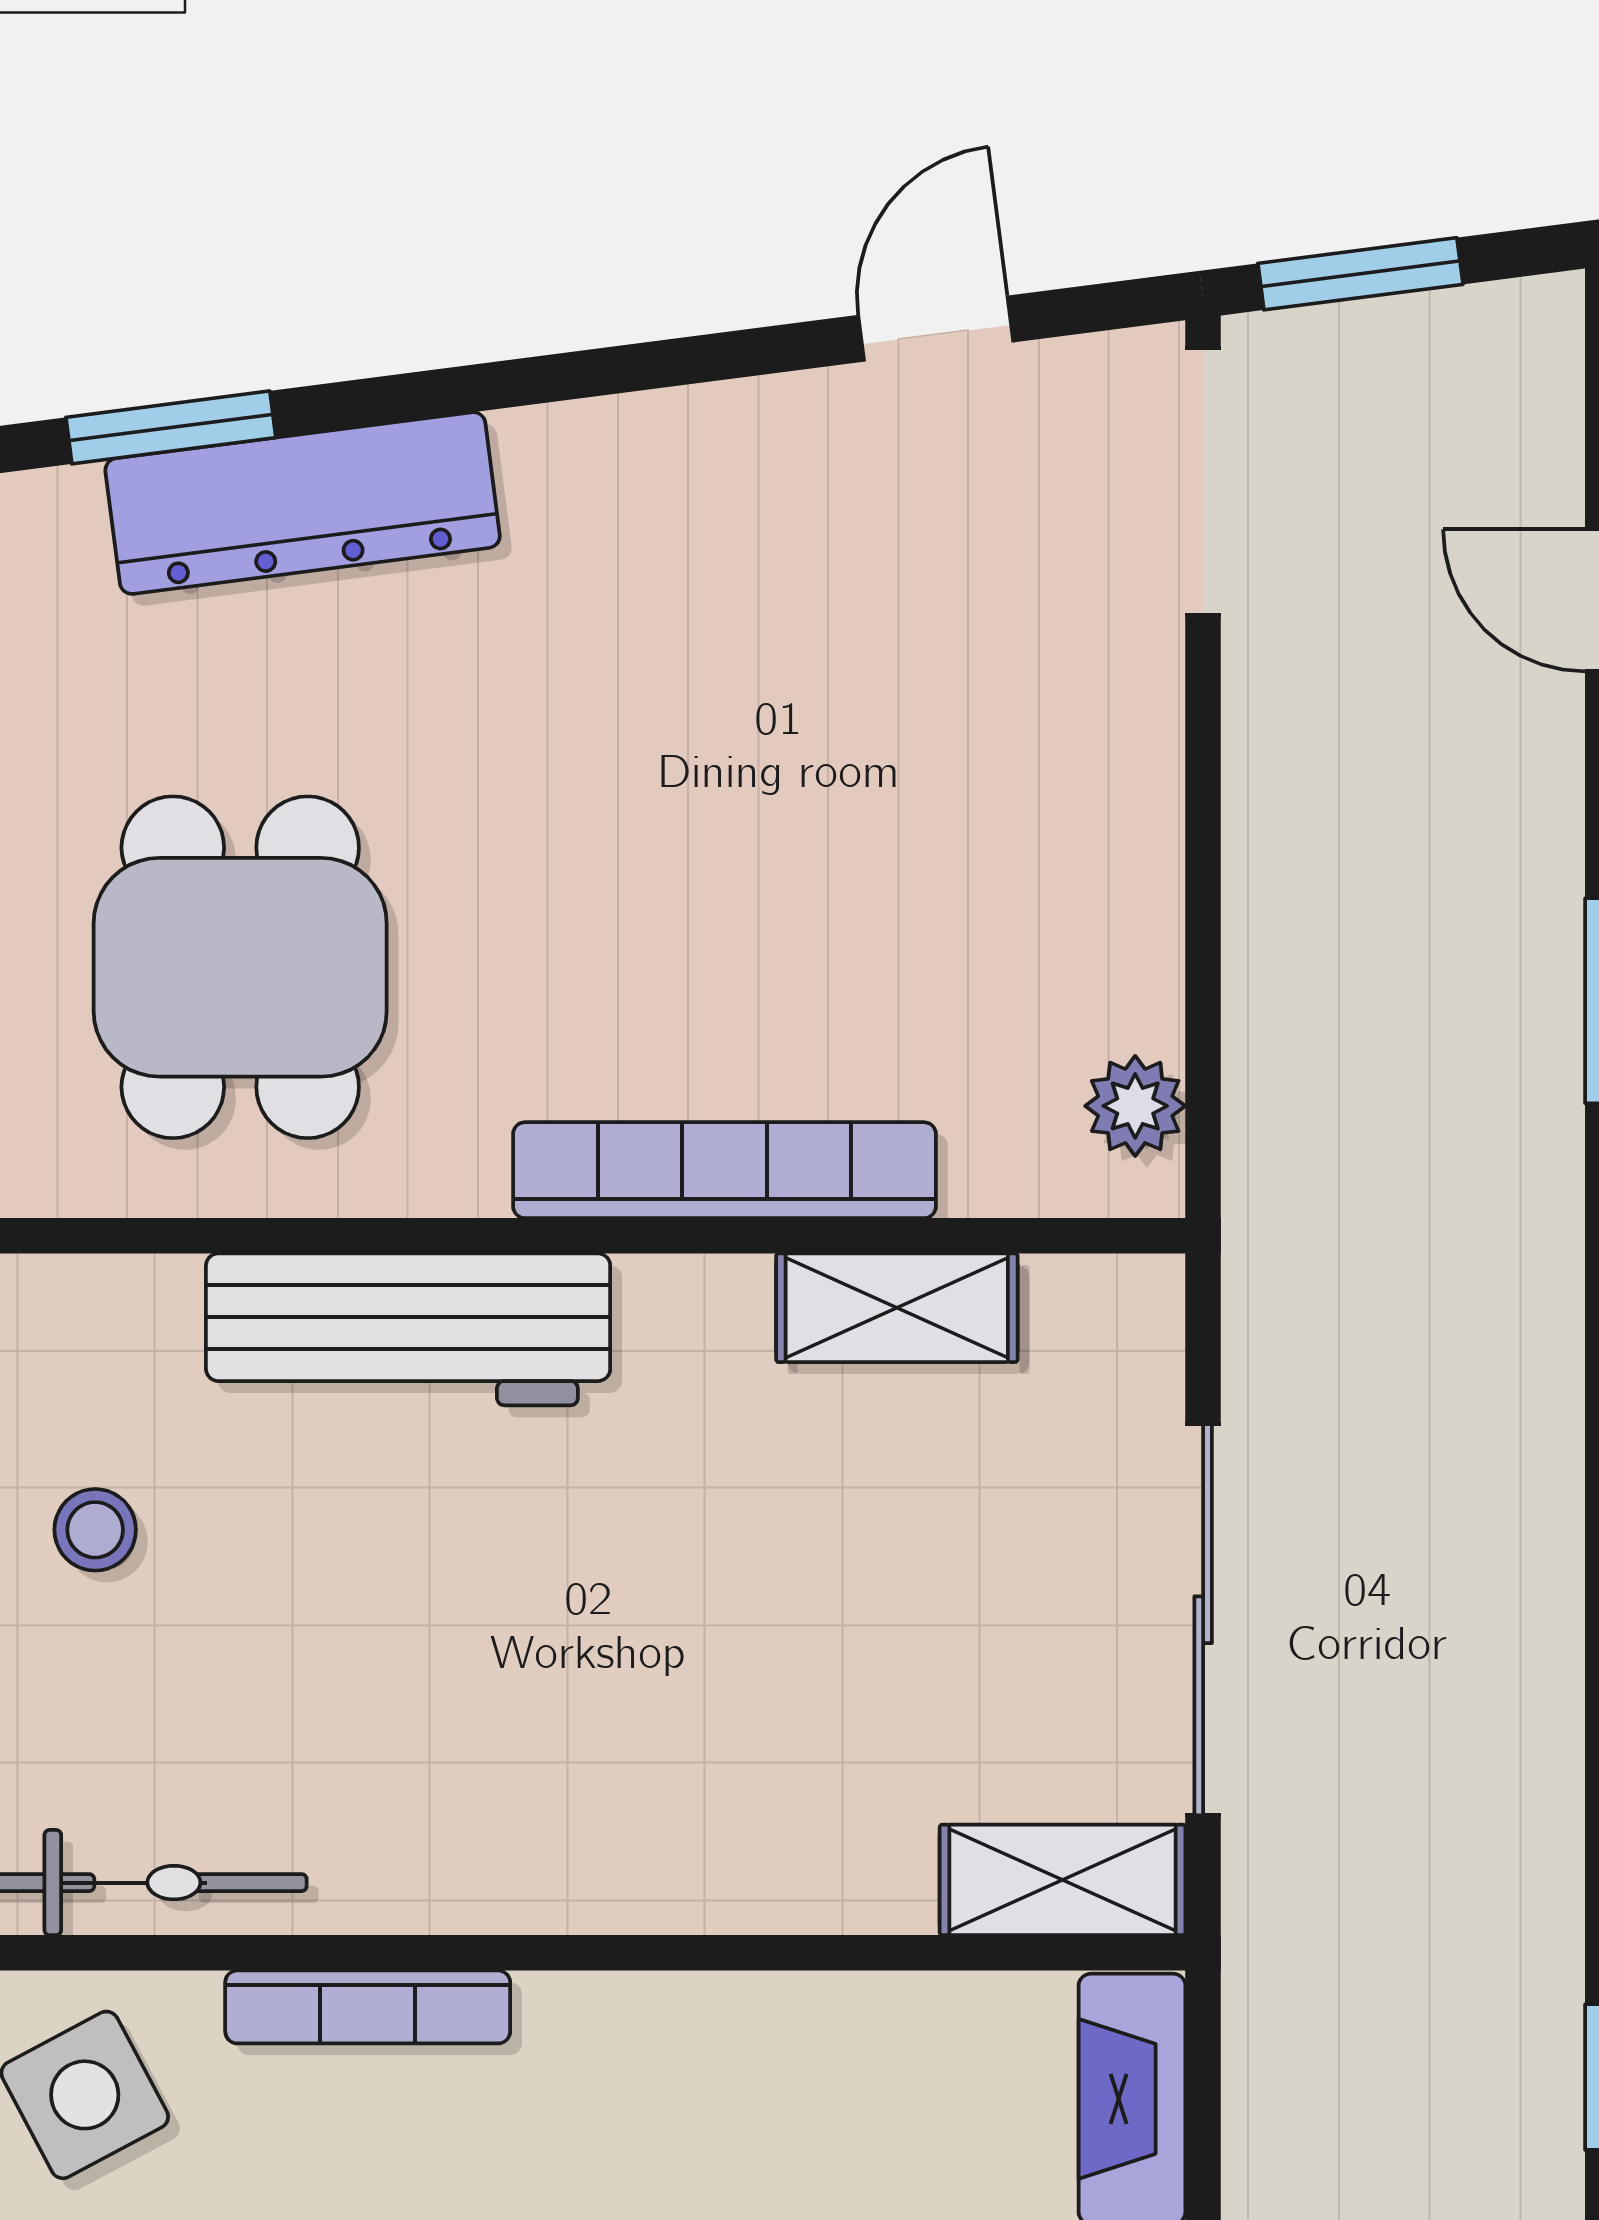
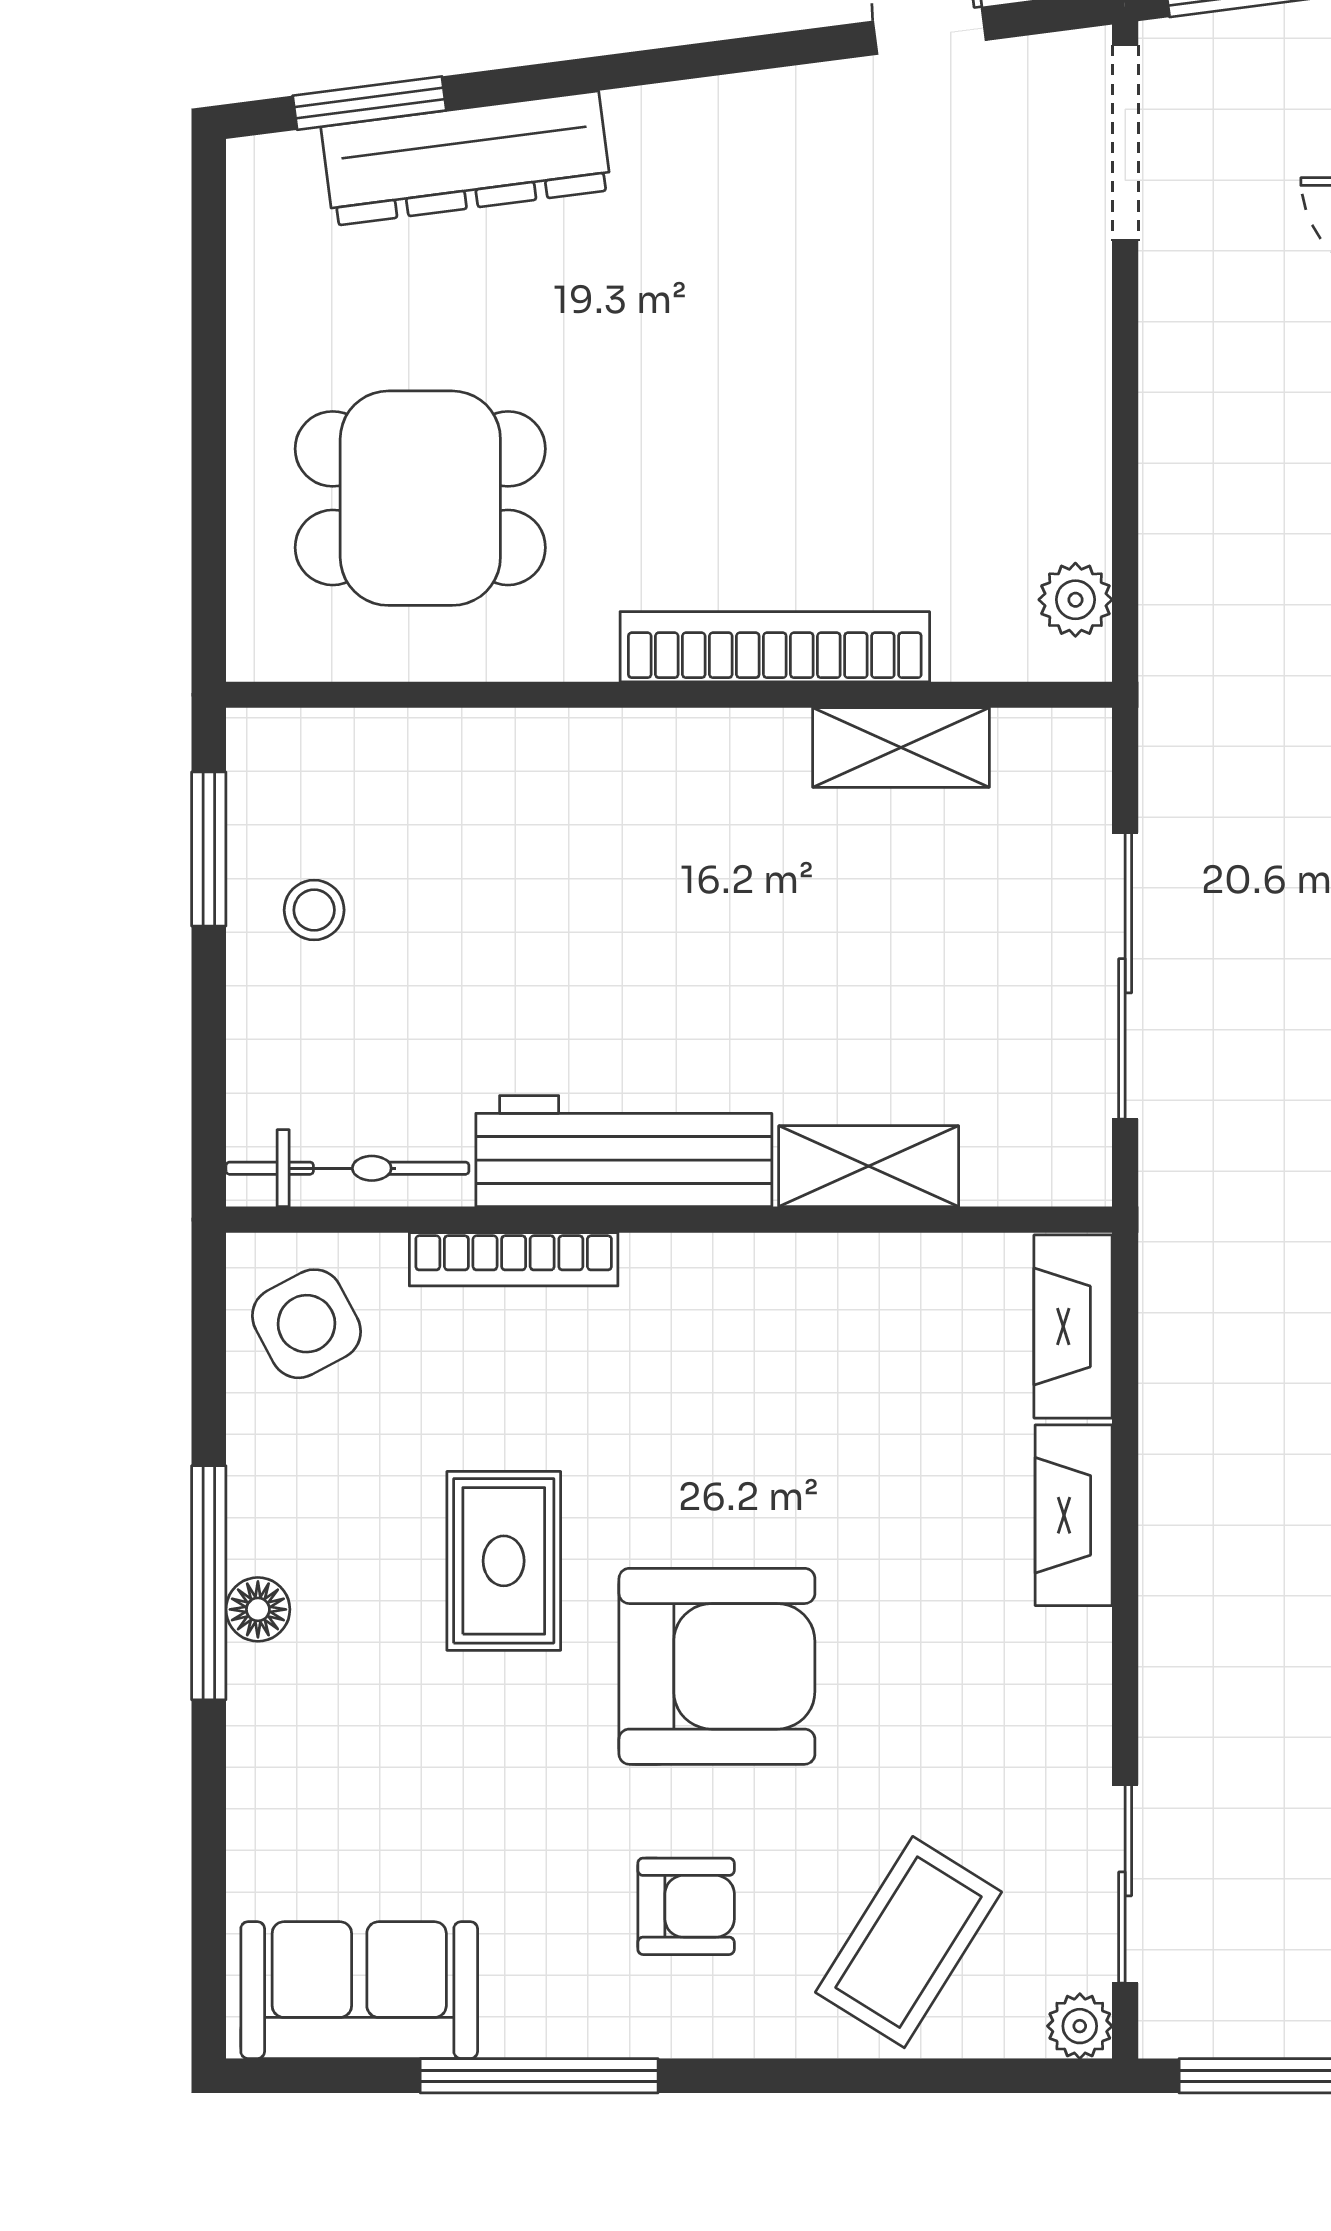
dining table: (240, 967) -> (420, 498), turned 90
workbench: (408, 1329) -> (624, 1151), moved, turned 180
shelving: (1063, 1880) -> (869, 1166), moved

